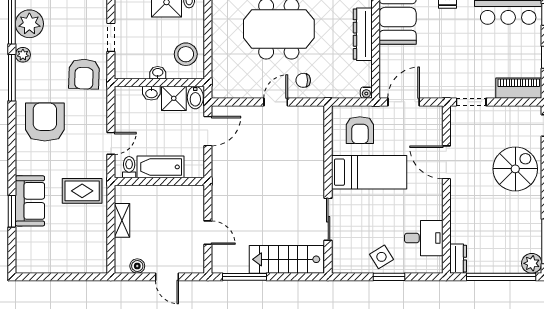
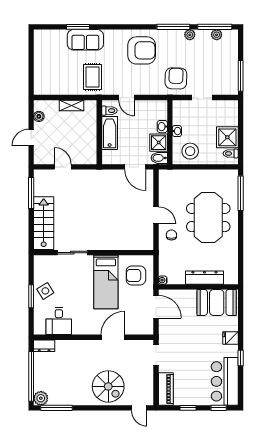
plant: (29, 24) -> (217, 35), width x0.53, depth x0.53
armchair: (84, 74) -> (176, 78), turned 90
door: (208, 233) -> (63, 167), swing flipped

